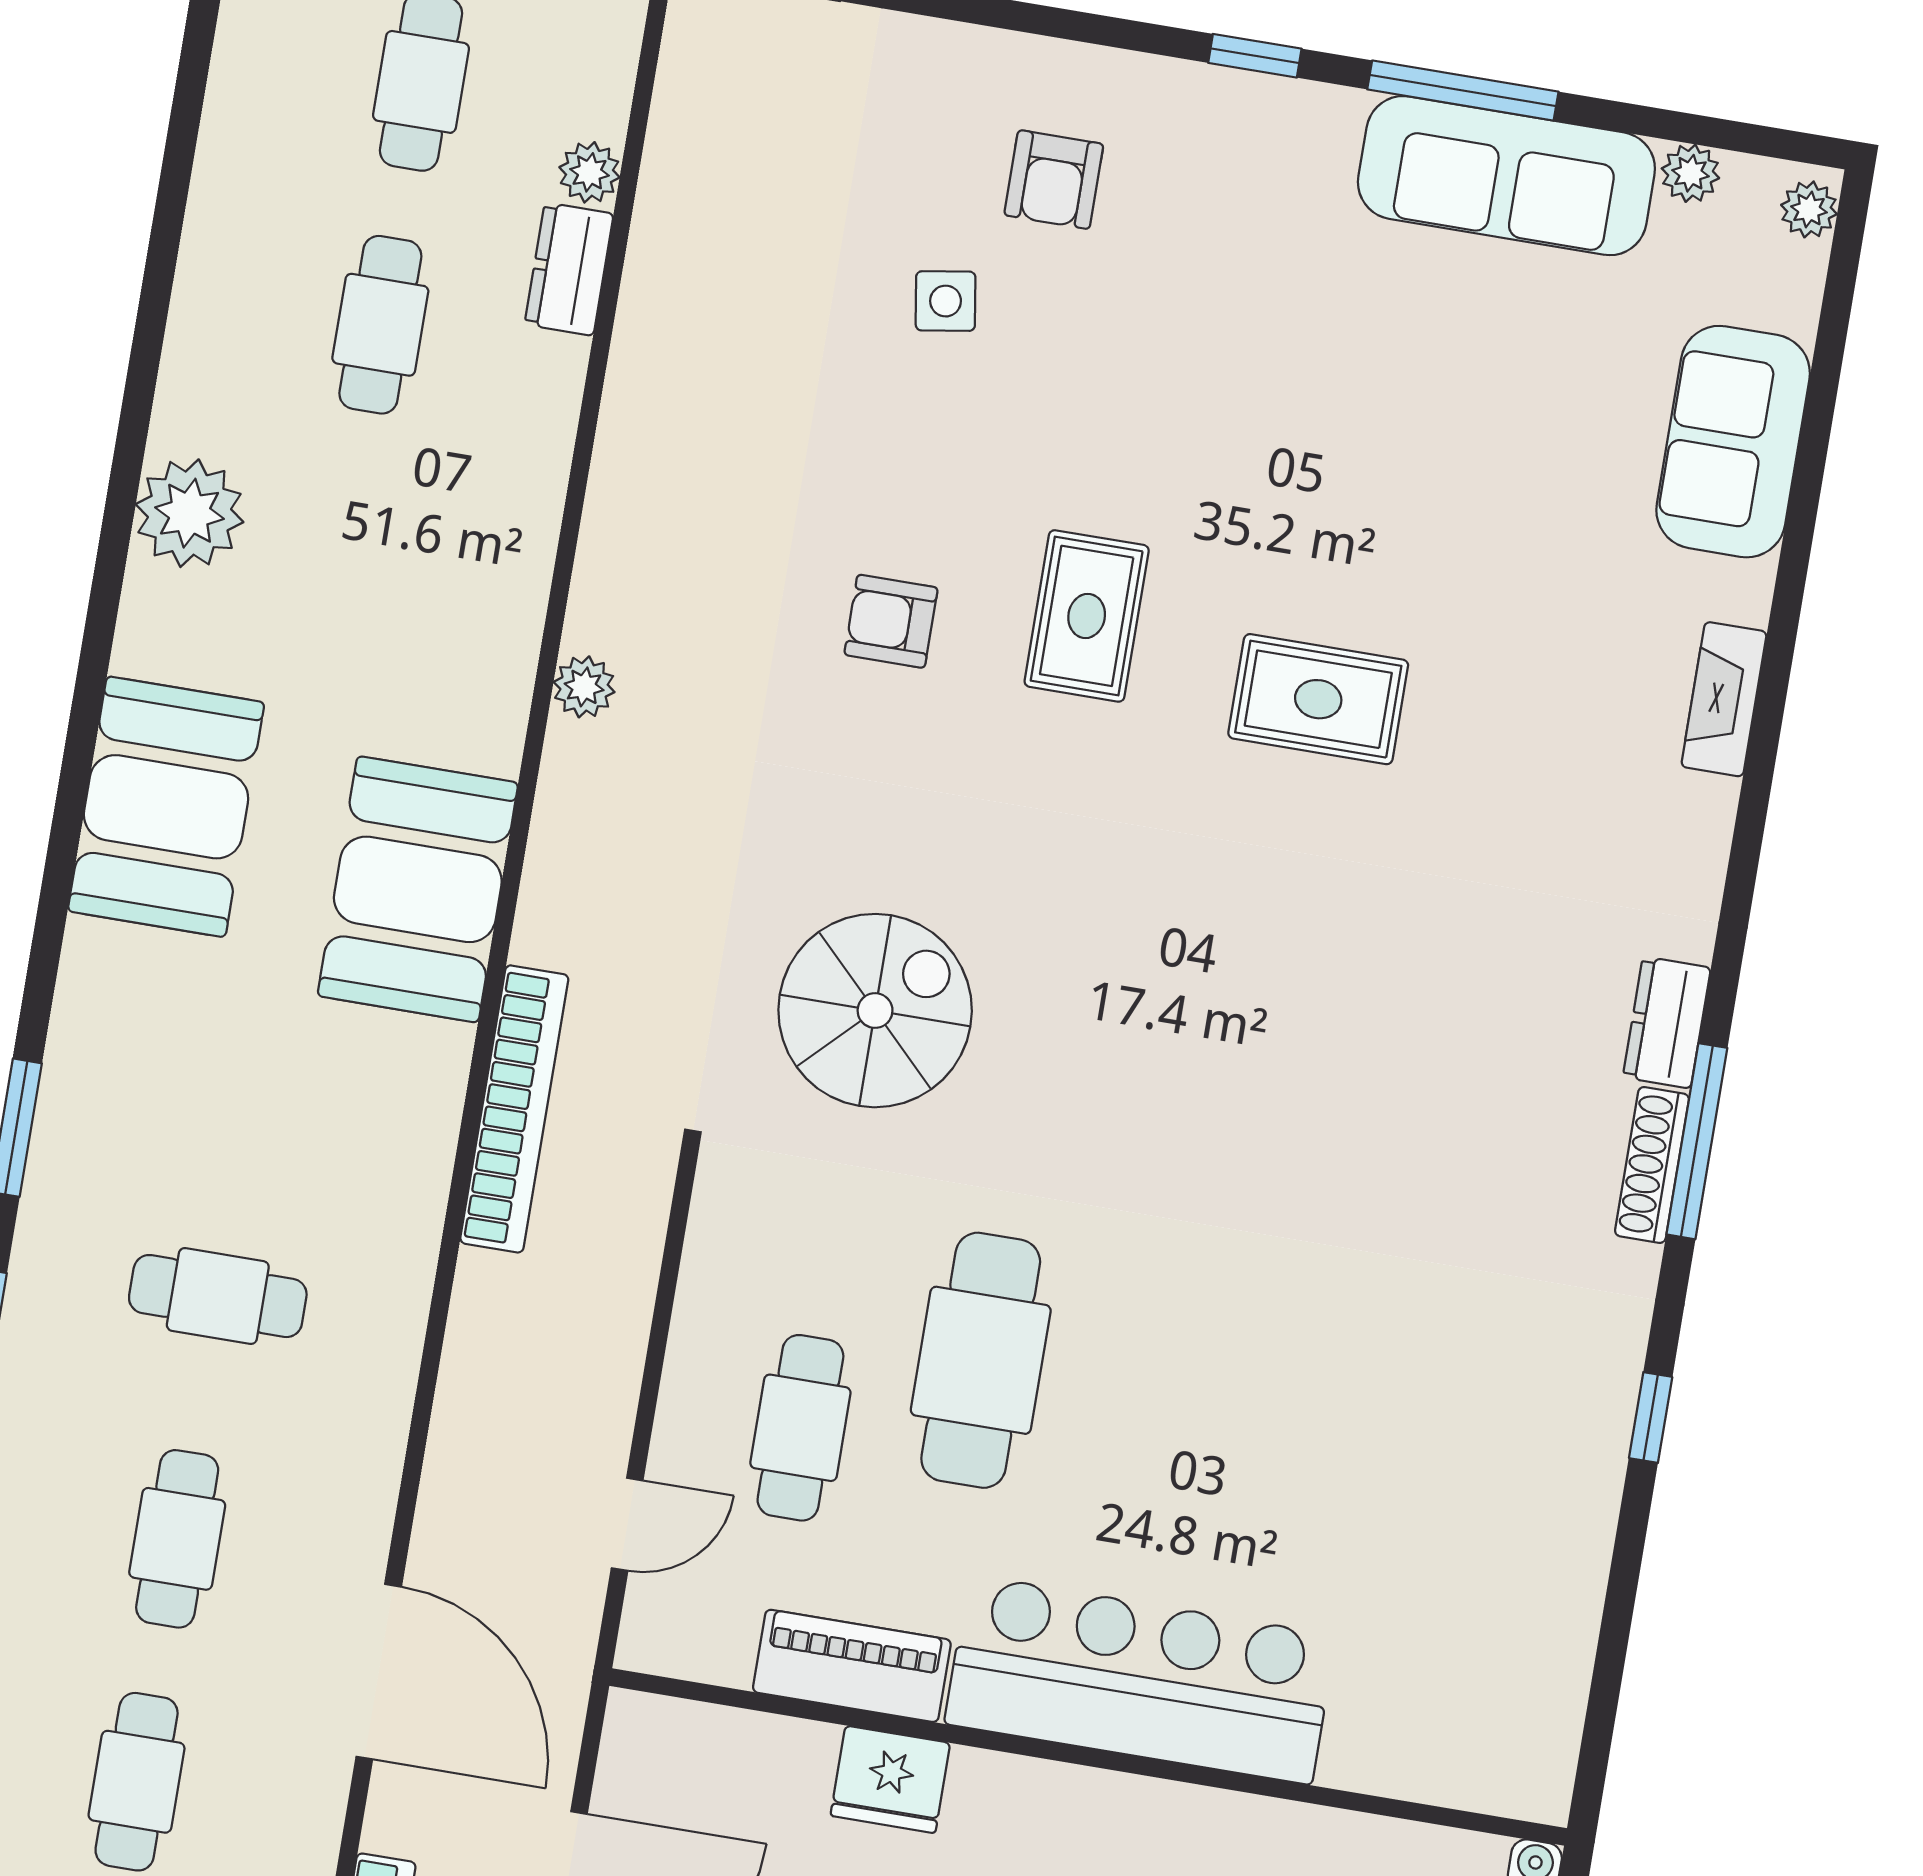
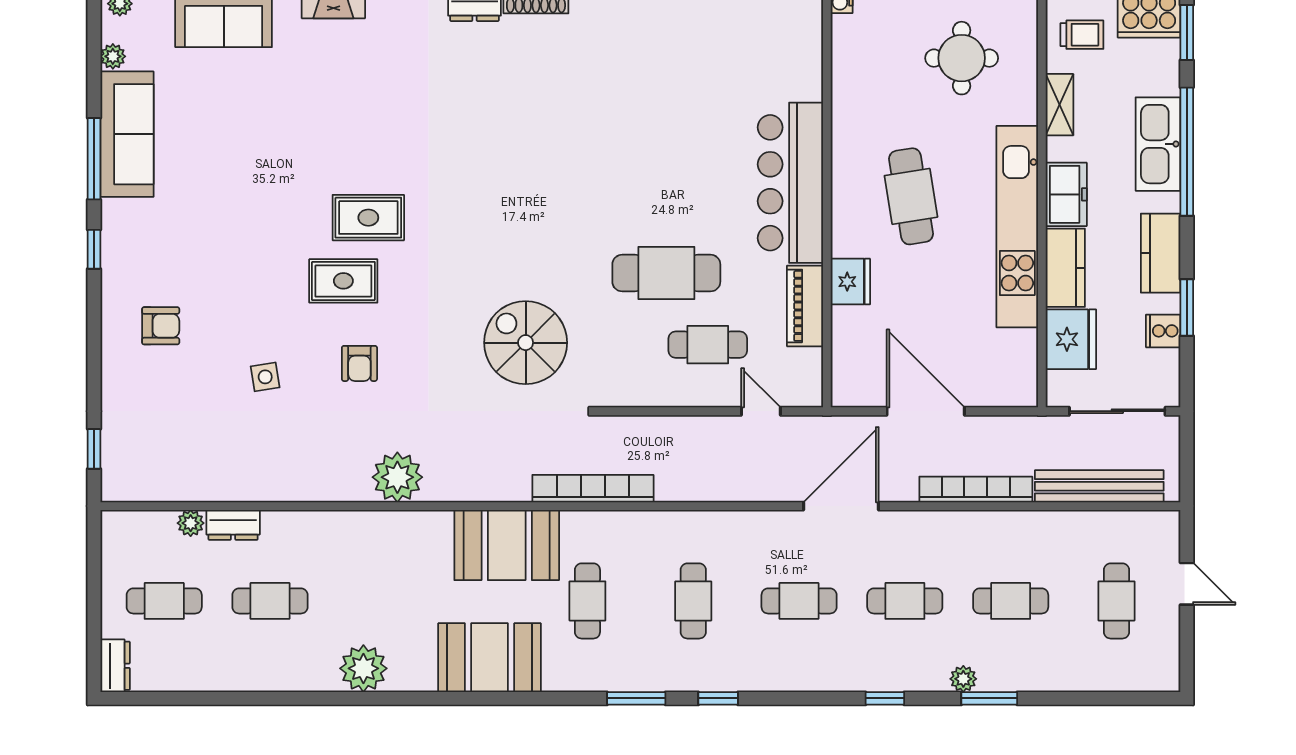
side table: (946, 301) -> (265, 377), moved
plant: (584, 687) -> (397, 477), width x1.88, depth x1.88
rug: (1318, 699) -> (368, 218), moved, turned 90
cafe table: (258, 1053) -> (587, 601), added

